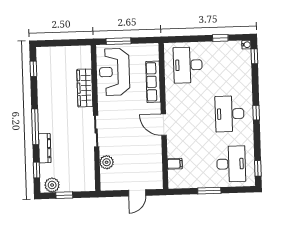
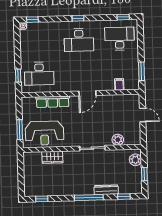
window: (220, 38) -> (18, 76), moved
wardrobe: (85, 88) -> (52, 157), width x0.67
plant: (52, 185) -> (135, 160), moved
window: (209, 191) -> (141, 71), moved

